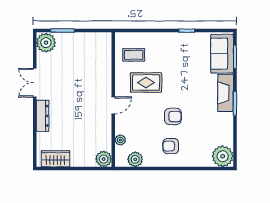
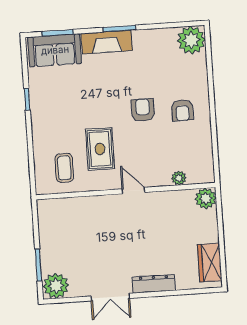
plant: (135, 159) -> (203, 156), removed

